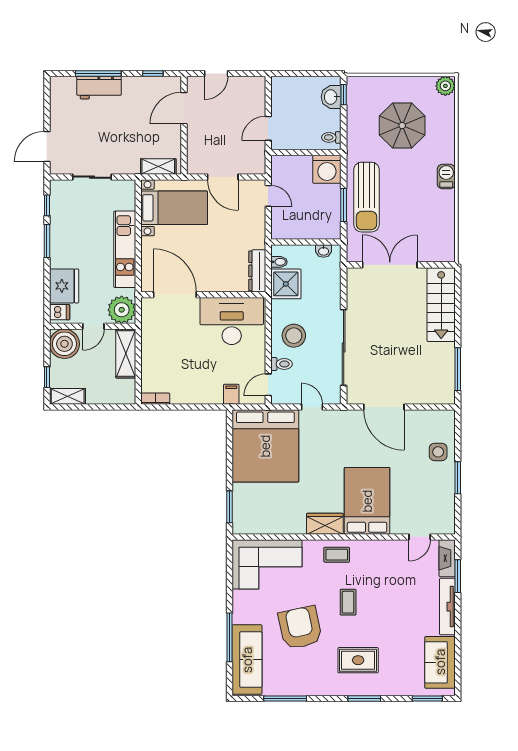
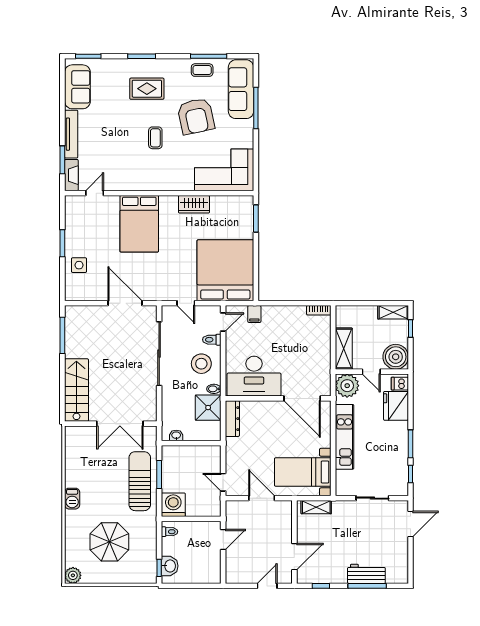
bidet: (279, 262) -> (214, 389), moved
door: (93, 326) -> (371, 372), swing flipped
wardrobe: (325, 524) -> (194, 204), moved
coffee table: (337, 555) -> (202, 70), moved

